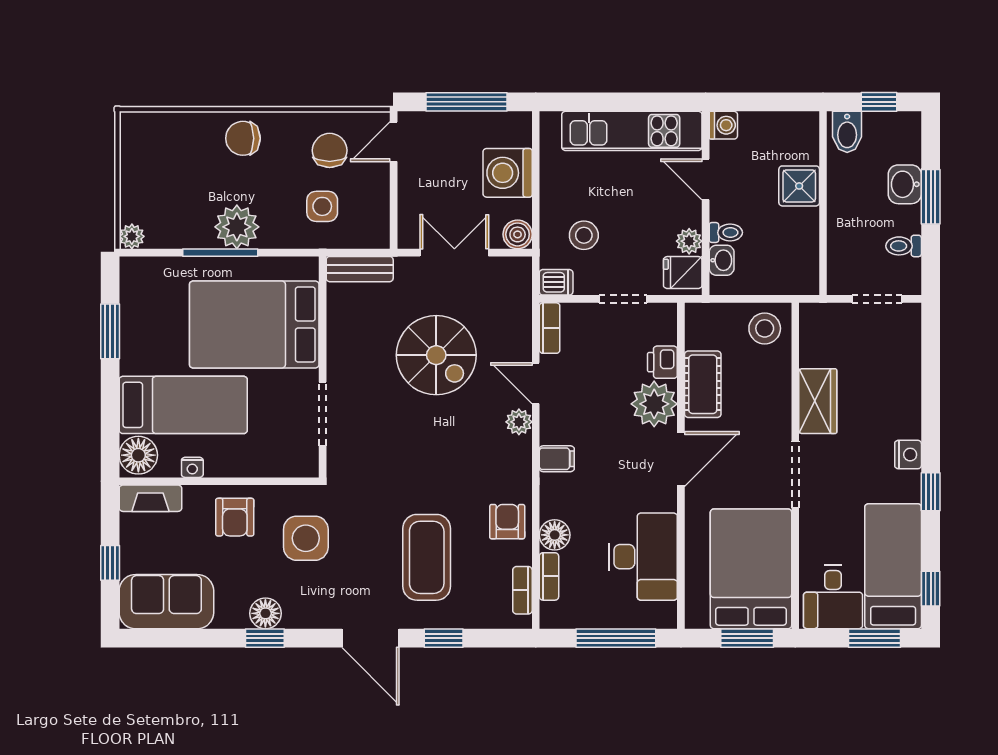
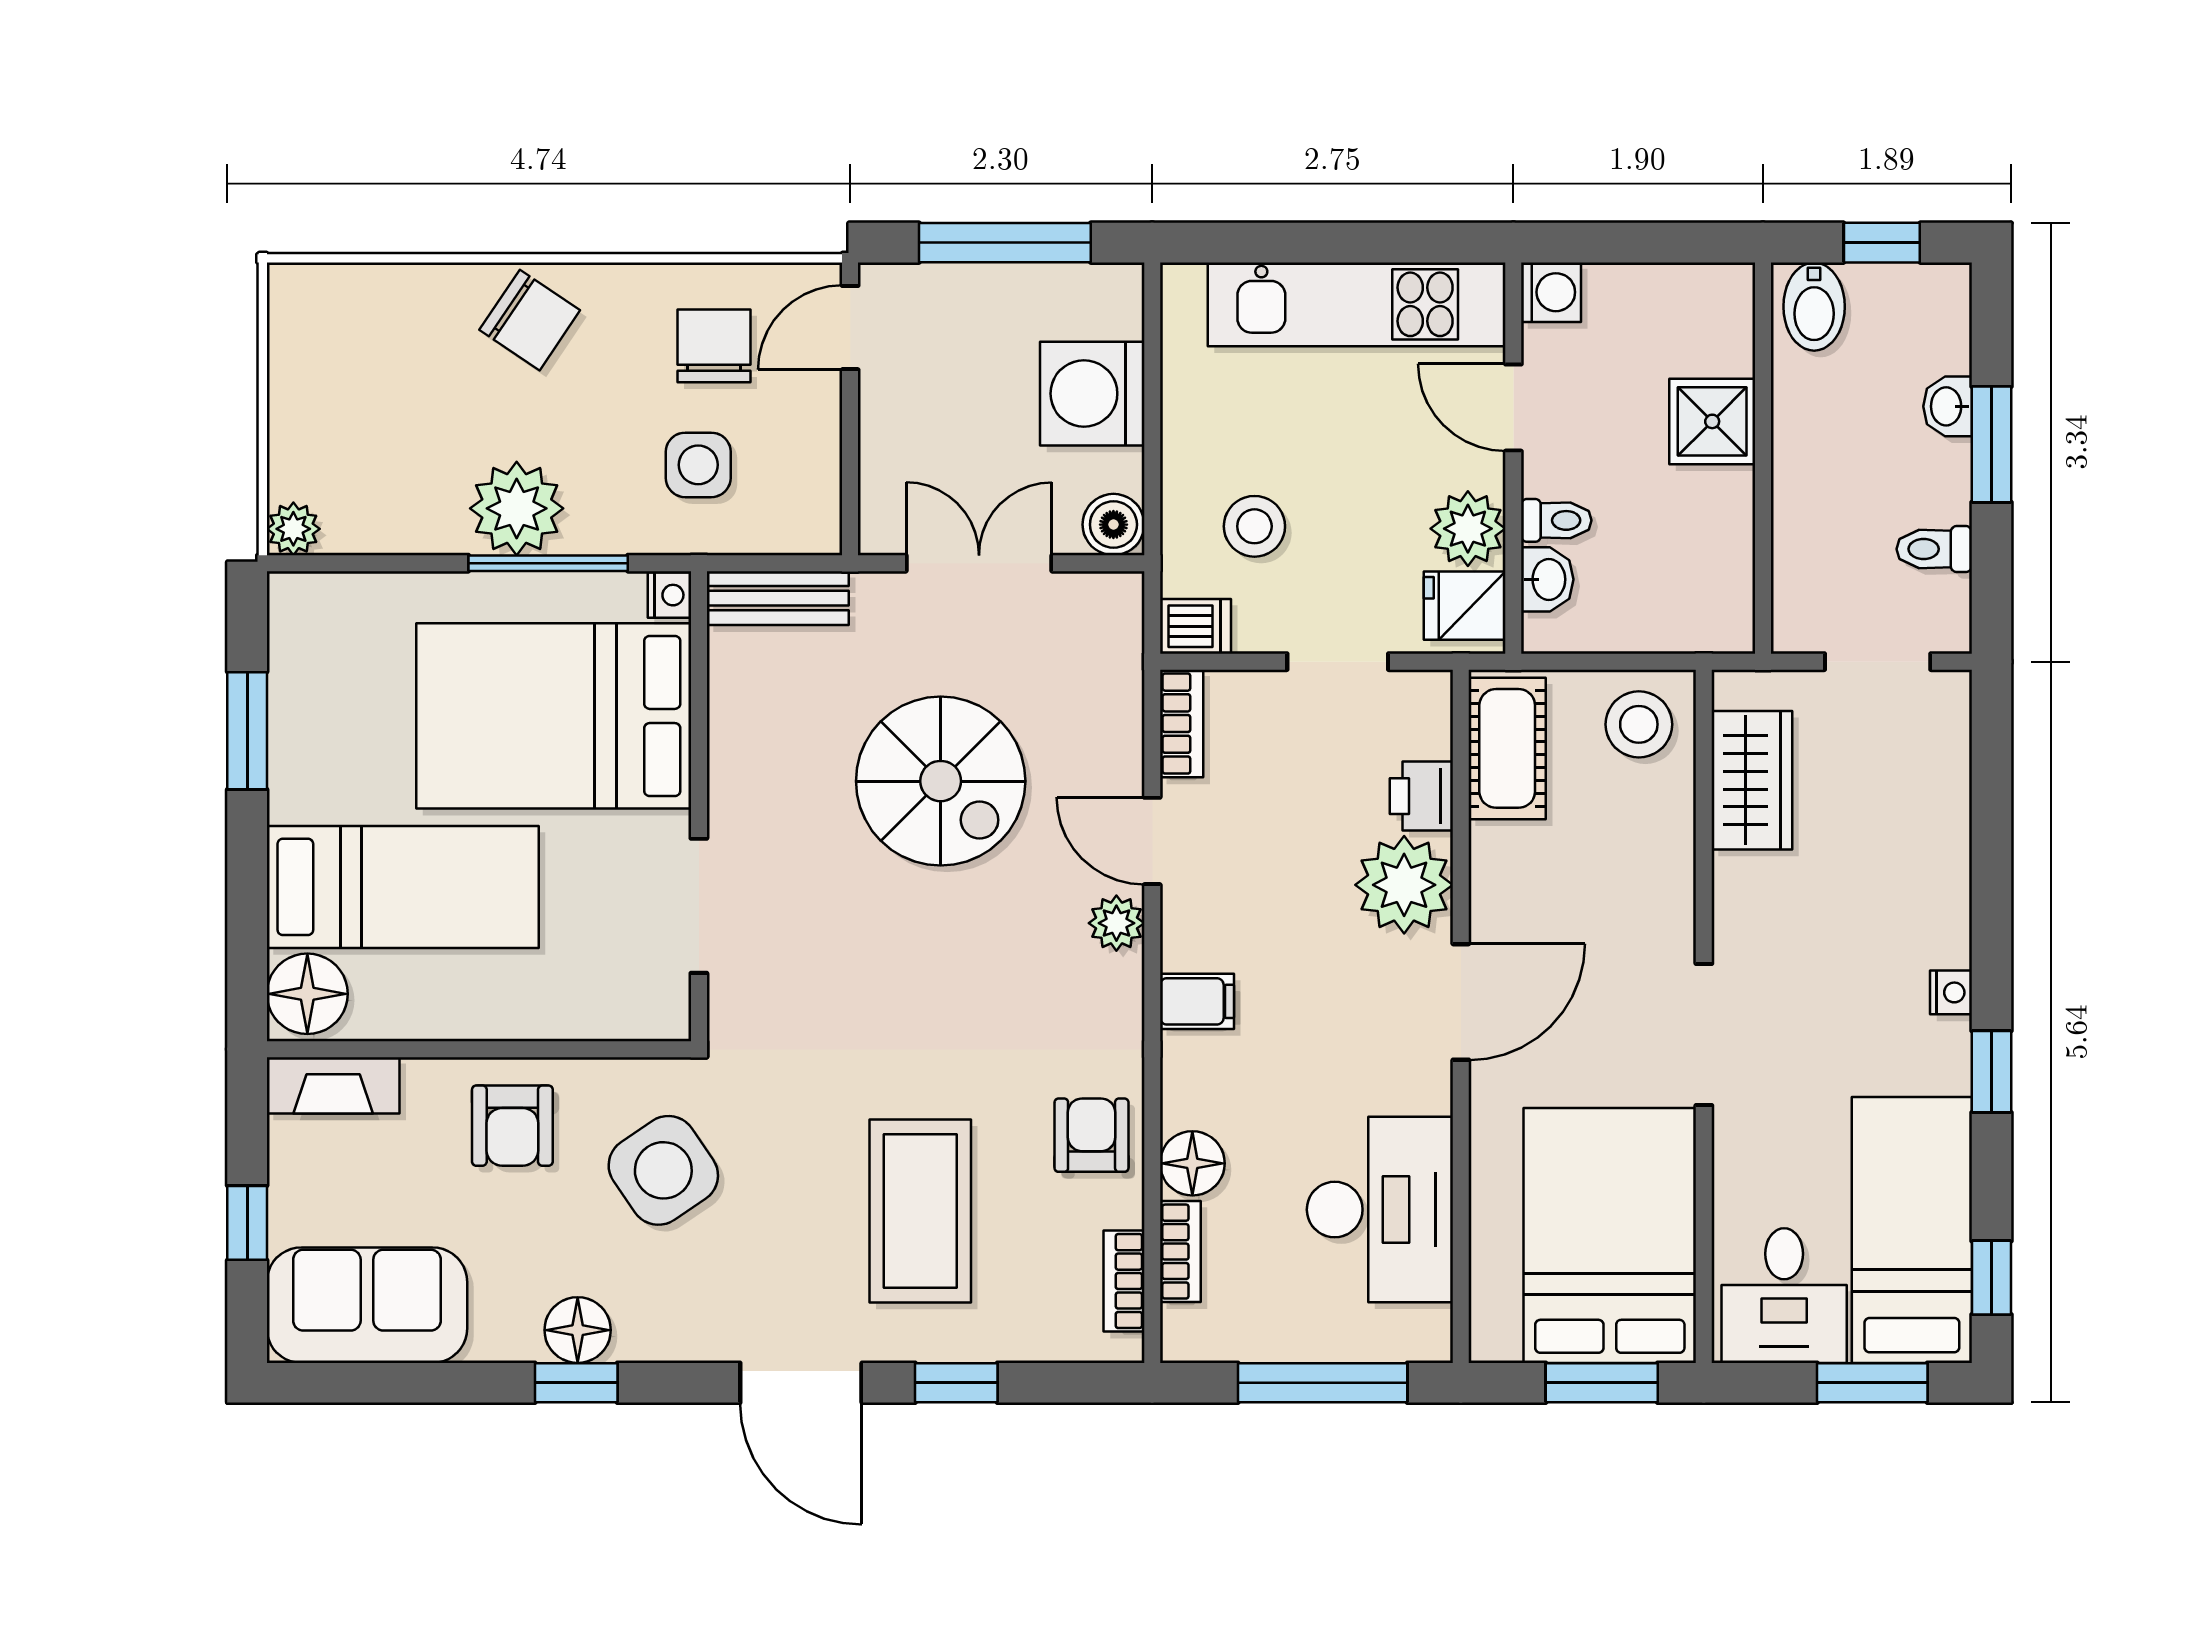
chair: (243, 138) -> (530, 320), turned -146
washbasin: (905, 184) -> (1948, 406), width x0.72, depth x0.69
plant: (689, 241) -> (1468, 529), width x1.38, depth x1.38
window: (220, 253) -> (548, 563), moved
cot: (703, 384) -> (1507, 748), moved
wardrobe: (818, 401) -> (1752, 780), moved
nightstand: (908, 455) -> (1951, 992), width x0.72, depth x0.74
nightstand: (192, 467) -> (669, 595), moved, turned -90
side table: (306, 538) -> (663, 1170), turned -34

